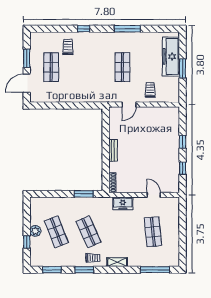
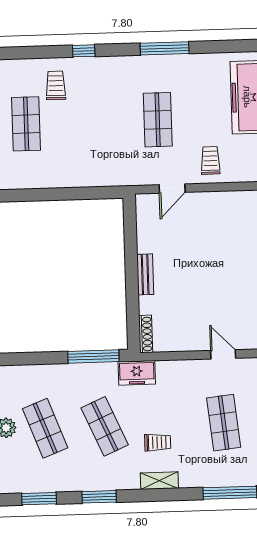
window: (84, 194) -> (93, 356), width x1.44
freezer: (123, 203) -> (137, 373), moved
trolley: (93, 258) -> (158, 442), moved

